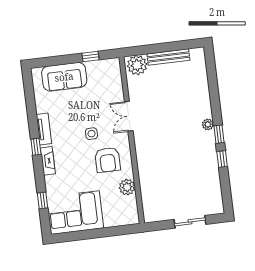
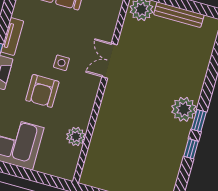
plant: (208, 124) -> (184, 109), width x1.88, depth x1.88
armchair: (107, 160) -> (42, 91), moved

